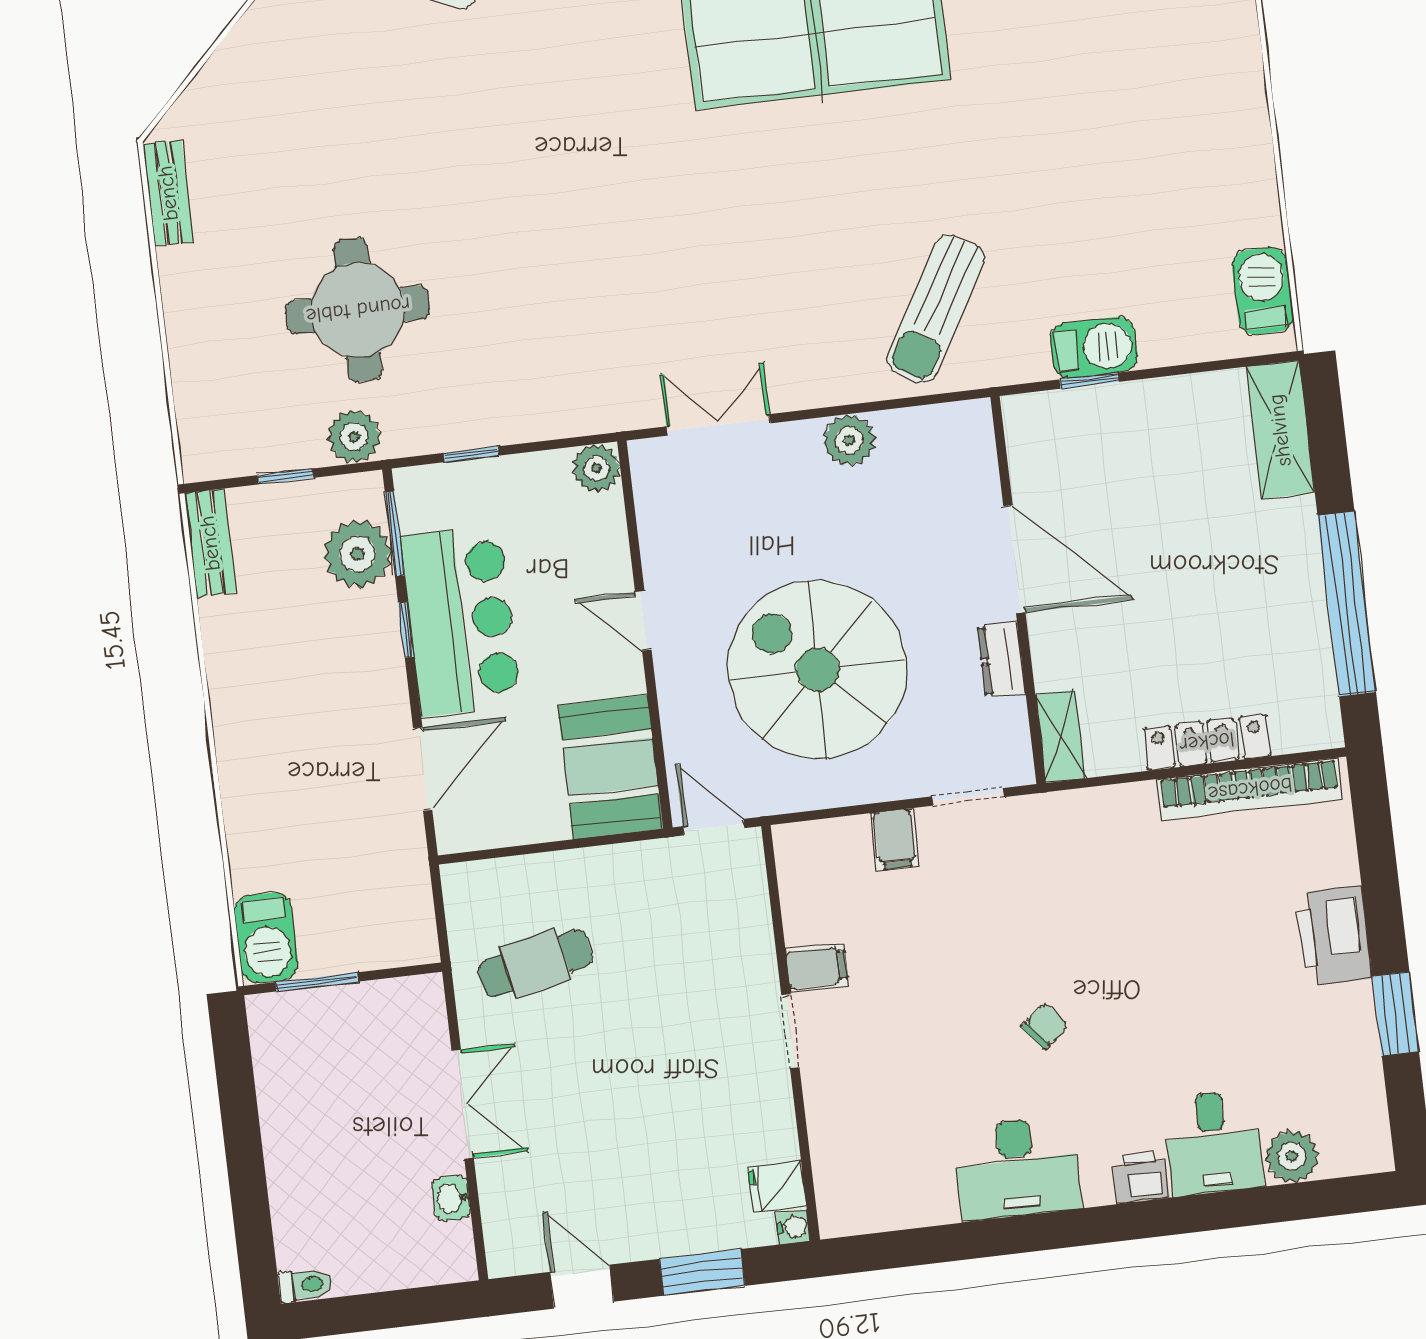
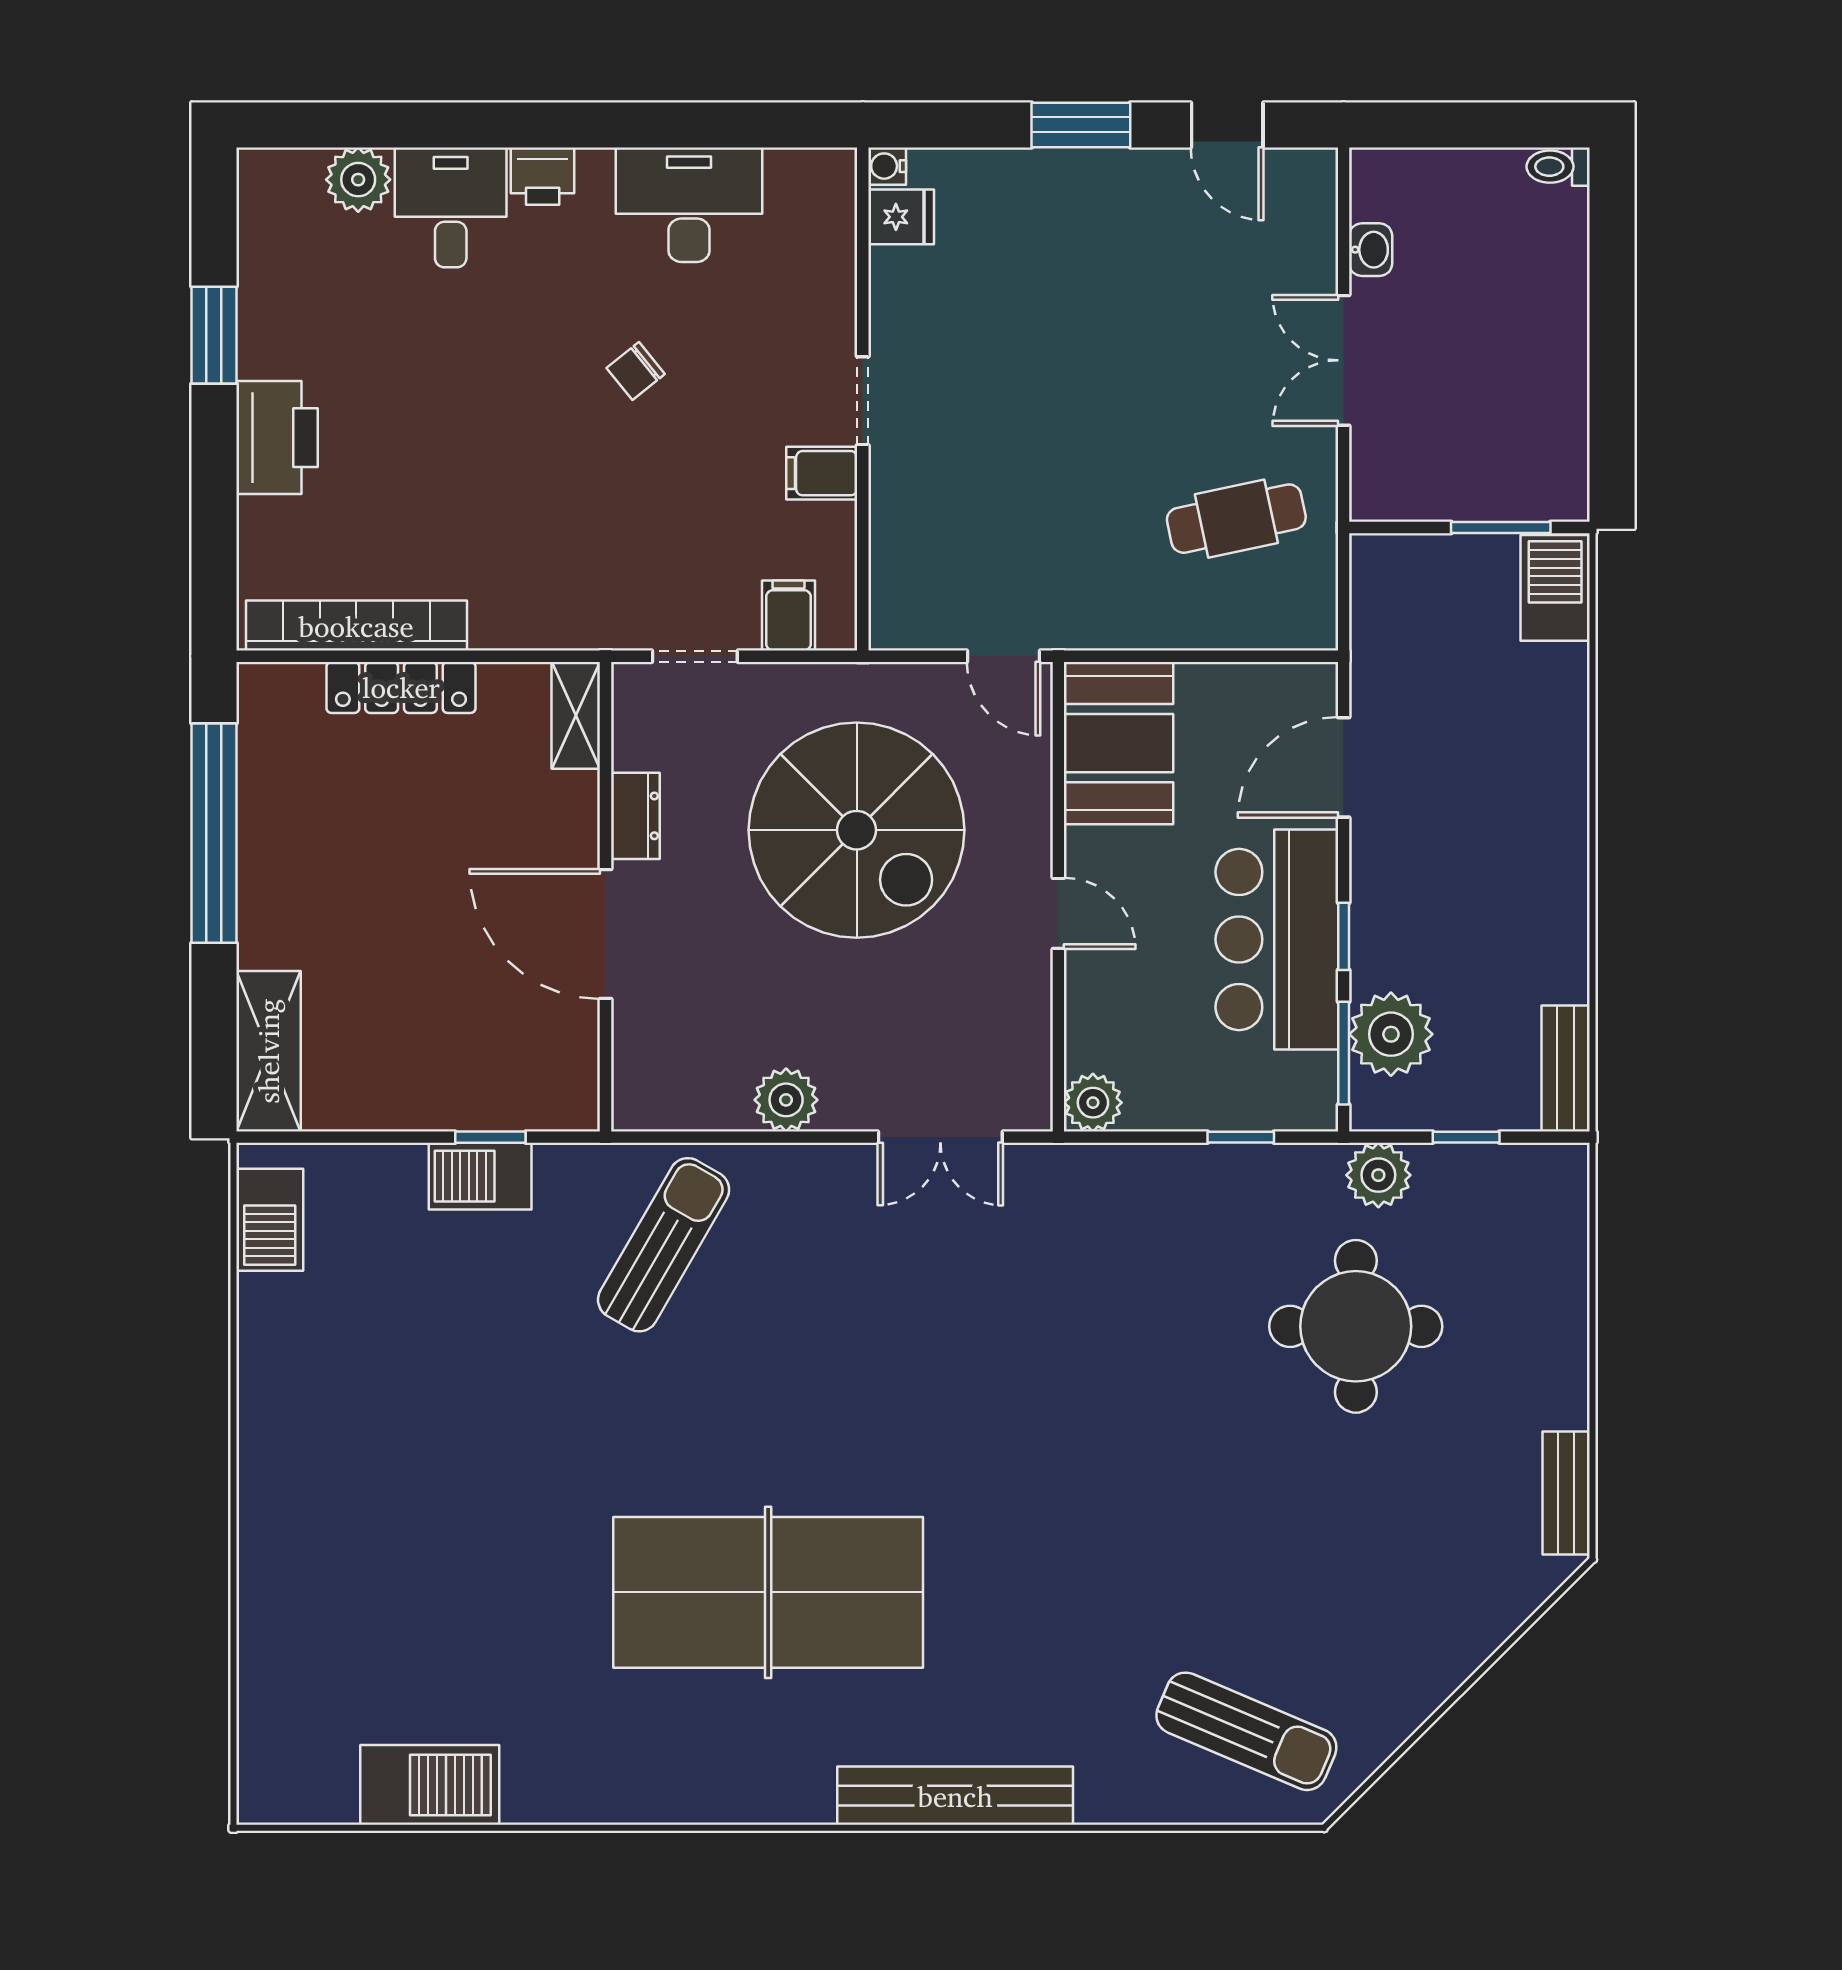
filing cabinet: (817, 968) -> (822, 473), moved
doorway: (790, 1031) -> (863, 401), moved
wall: (791, 1033) -> (863, 399), moved
fridge: (777, 1187) -> (901, 217), moved
water cooler: (793, 1227) -> (887, 166), moved

